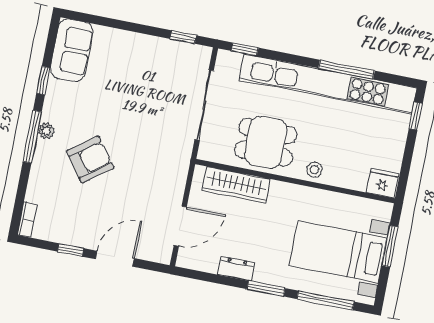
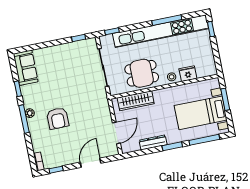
armchair: (90, 159) -> (58, 118), turned 127
fridge: (382, 183) -> (188, 74), moved
window: (71, 250) -> (56, 170), moved
dresser: (236, 269) -> (153, 142), width x1.44

